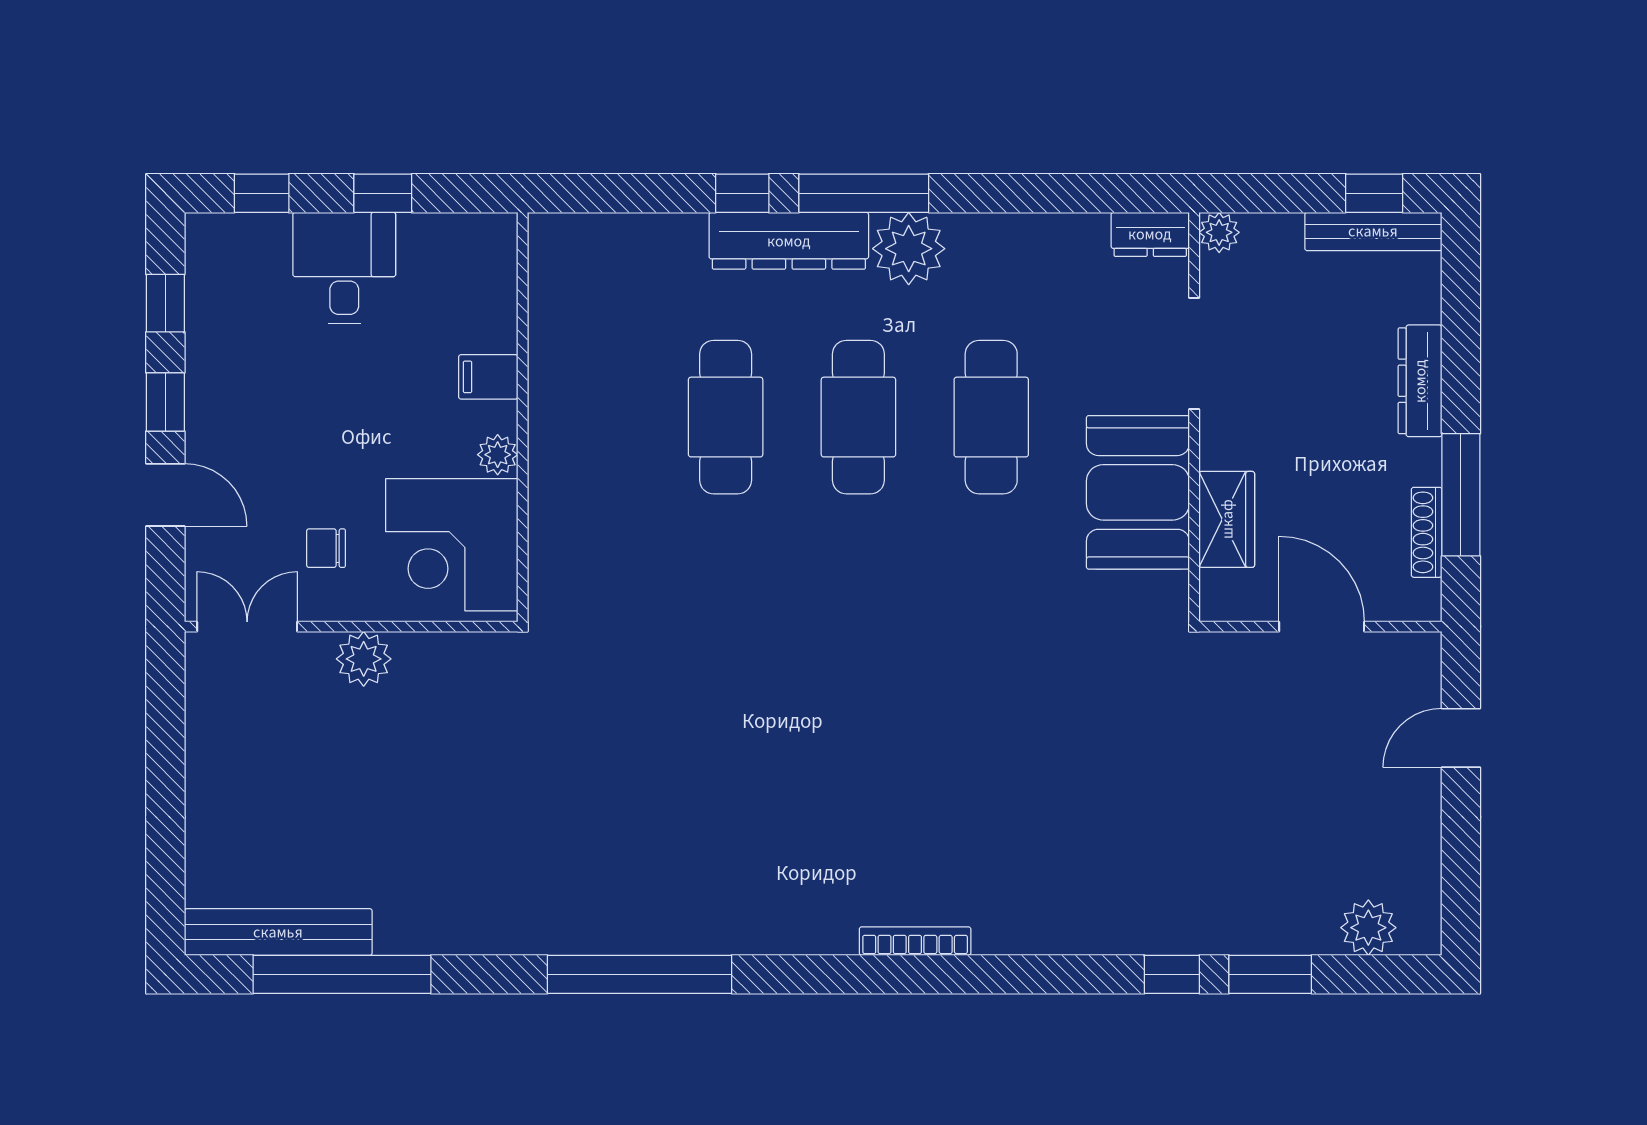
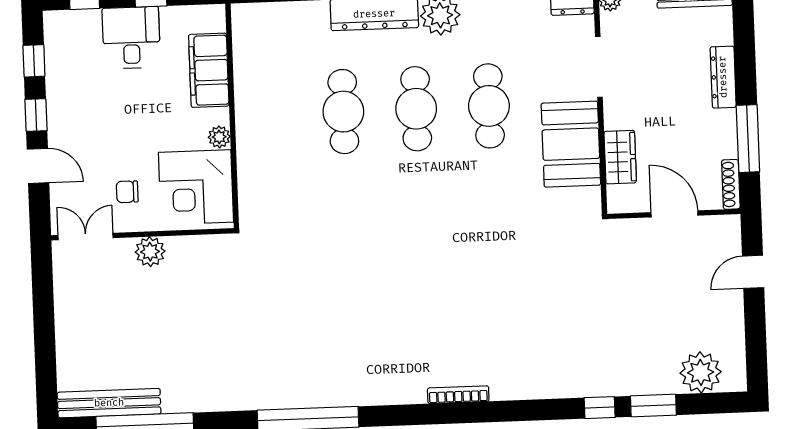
filing cabinet: (488, 377) -> (209, 70), width x3.00, depth x1.17
shoe rack: (1427, 532) -> (731, 184), moved
plant: (1368, 928) -> (701, 372), width x1.36, depth x1.36

